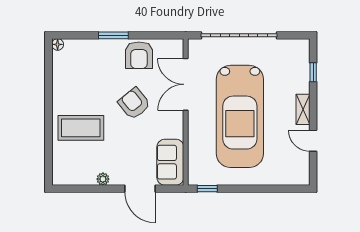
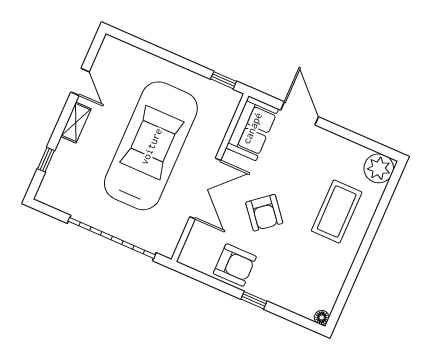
window: (113, 35) -> (254, 300), width x0.67
armchair: (139, 55) -> (235, 265), turned 90
double door: (186, 84) -> (205, 189), moved
coffee table: (81, 128) -> (337, 212), turned 90
plant: (103, 179) -> (379, 168), moved, width x1.88, depth x1.88

